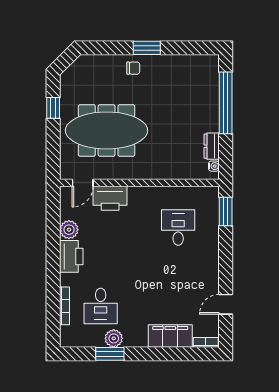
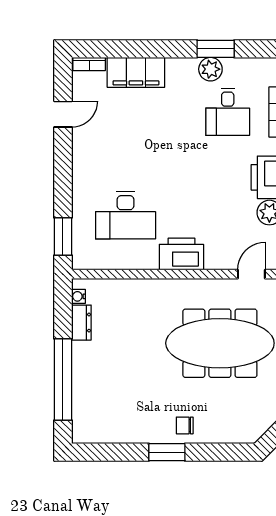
printer: (110, 198) -> (181, 254), moved
desk: (178, 227) -> (126, 215), width x1.37
desk: (101, 306) -> (228, 112), turned 180

